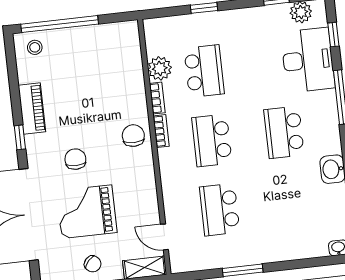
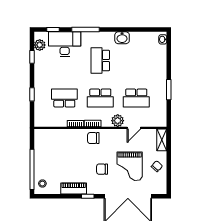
plant: (160, 68) -> (118, 121), moved
school desk: (284, 132) -> (100, 61), turned 90
door: (164, 237) -> (134, 128), moved

